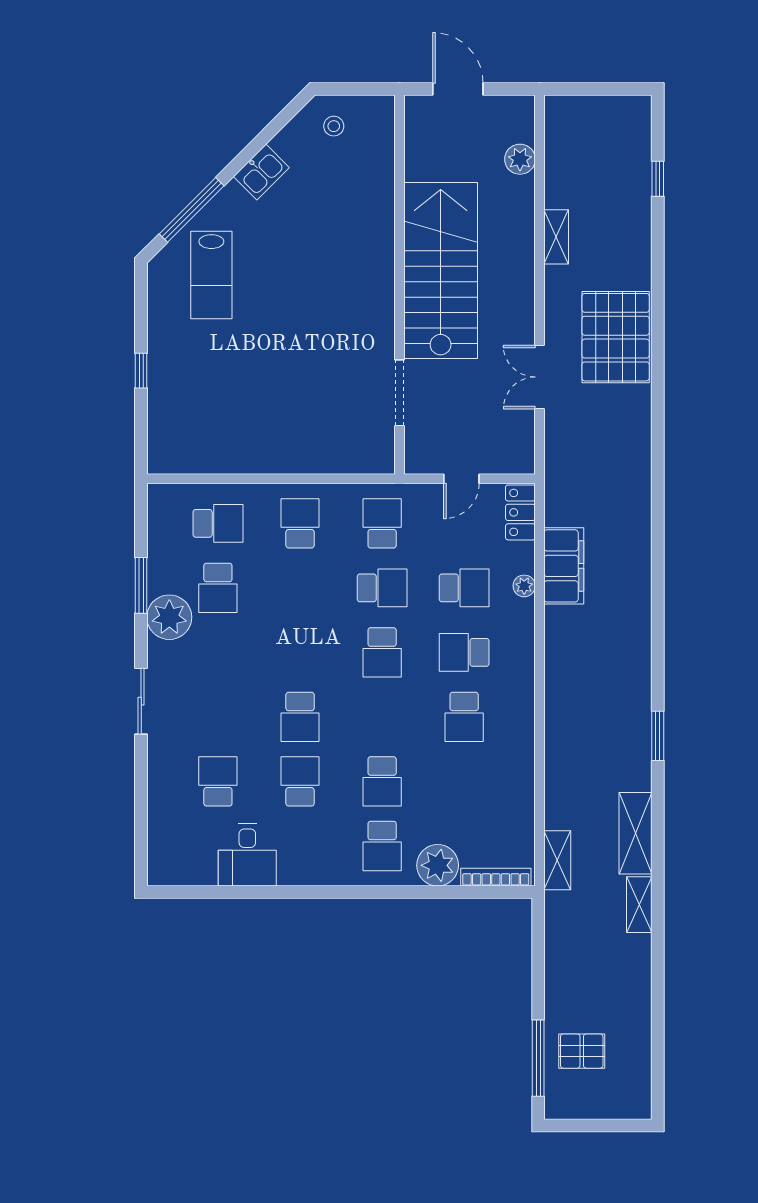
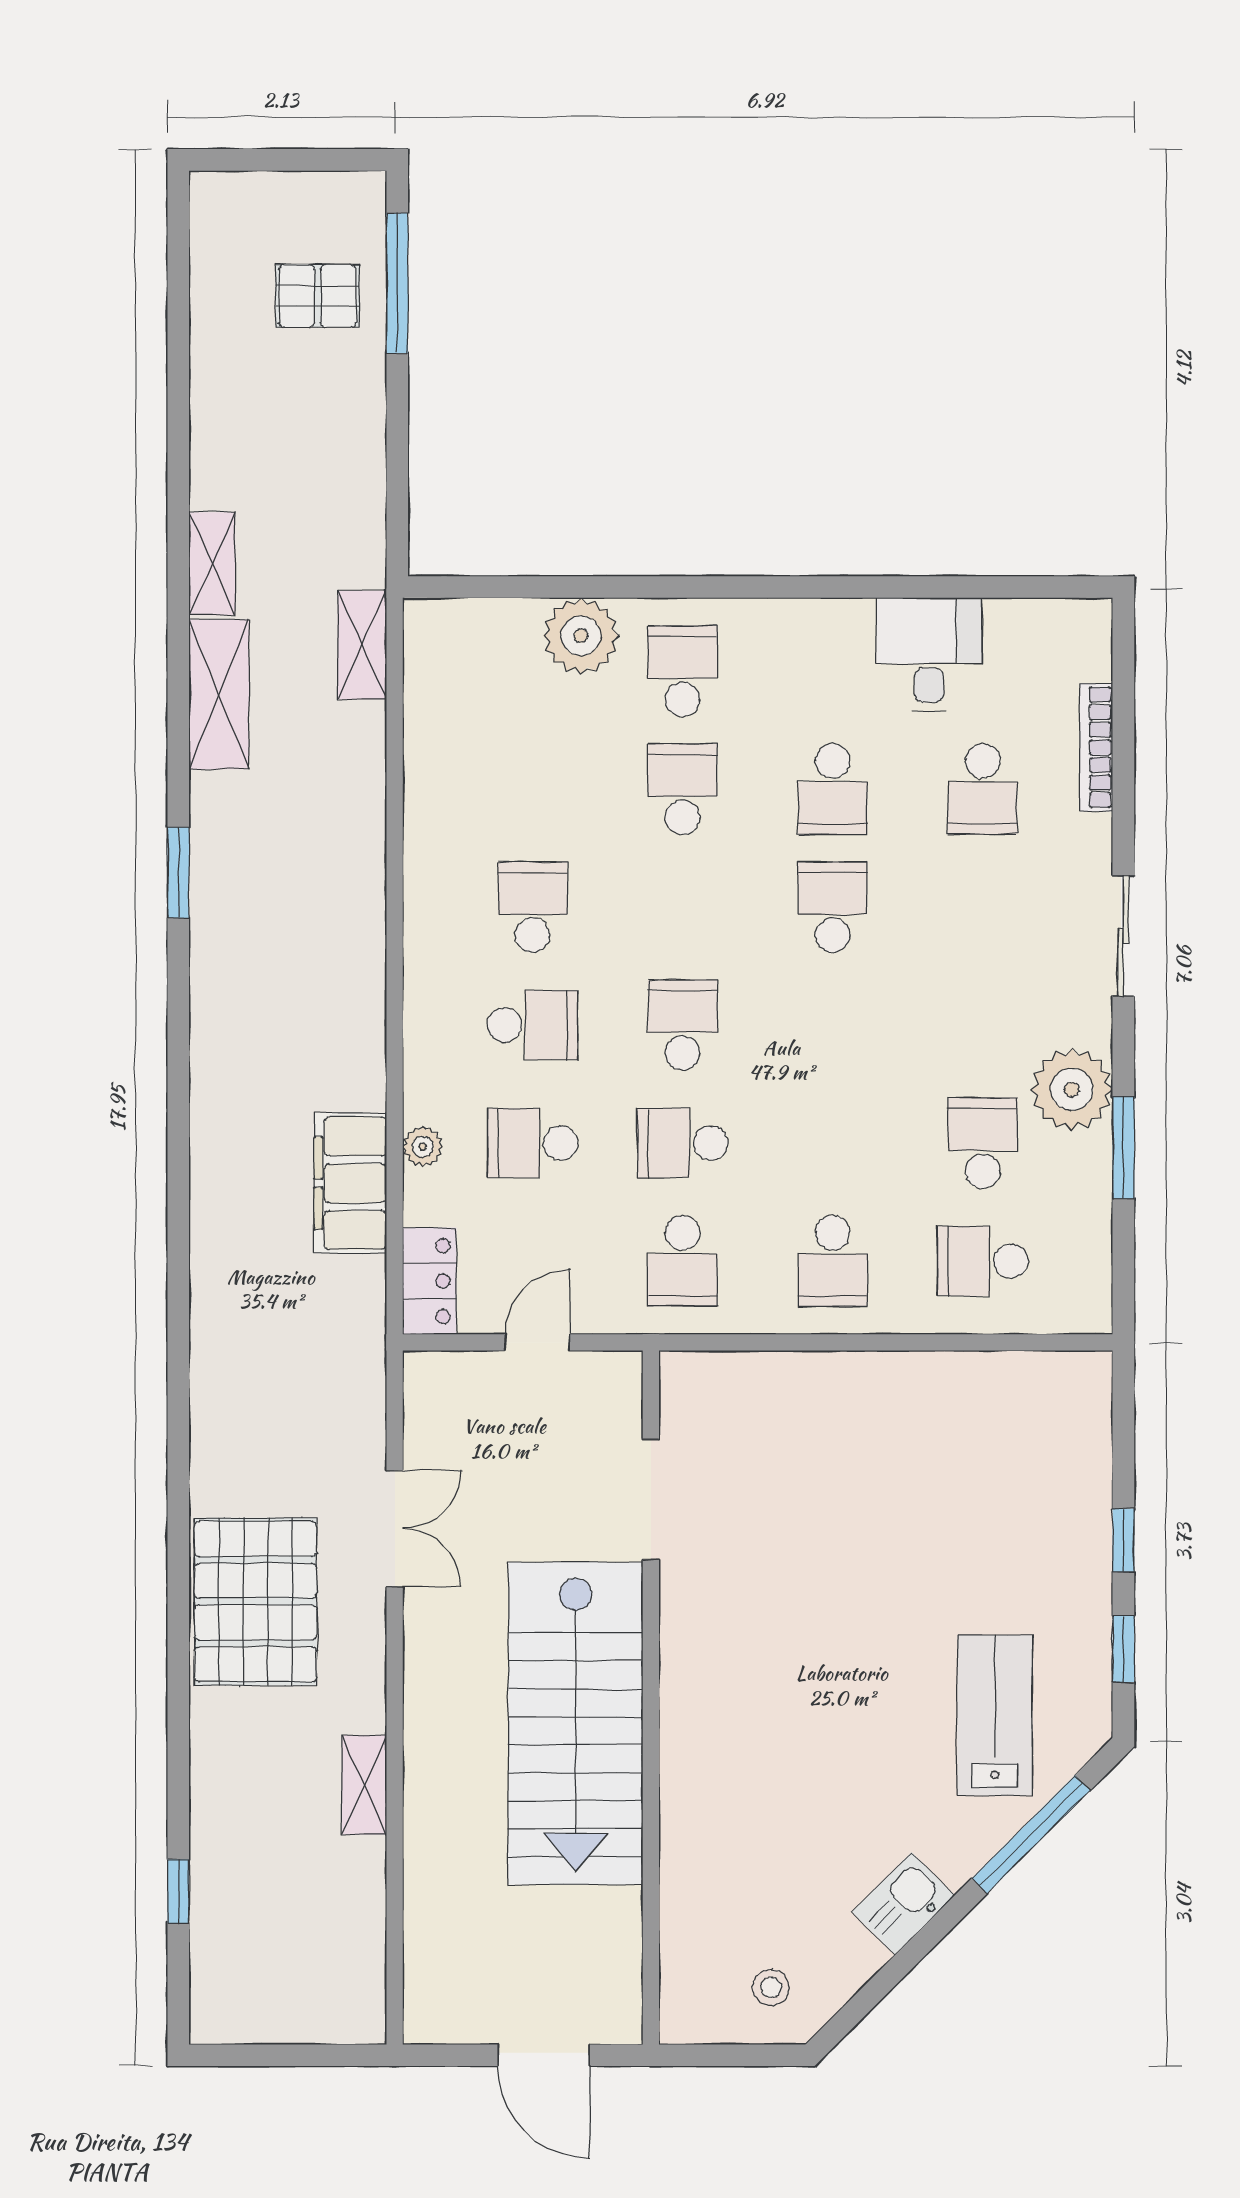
plant: (520, 159) -> (430, 1927), removed
window: (141, 311) -> (1123, 1649), added
bookcase: (496, 877) -> (1096, 747), moved, turned 90

